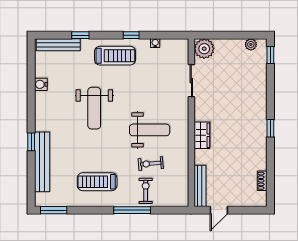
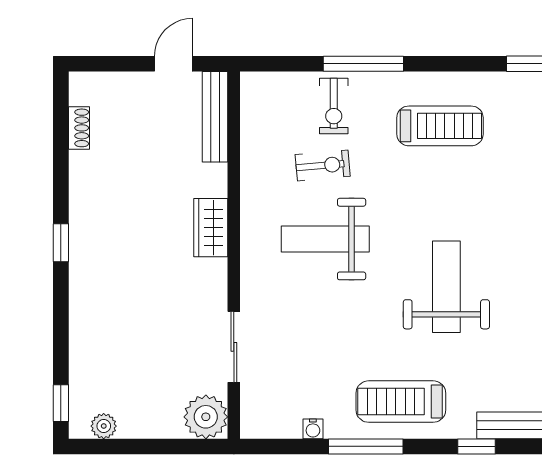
window: (131, 35) -> (366, 446), width x2.17

